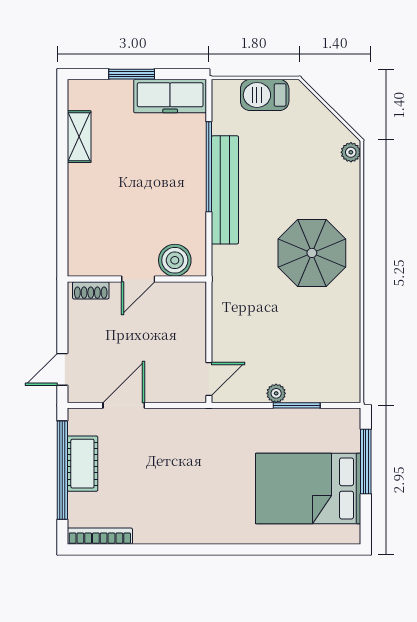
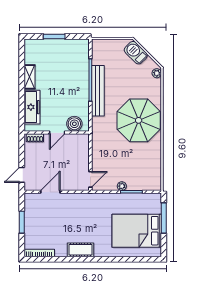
barbecue: (265, 95) -> (136, 53), moved, turned 45
freezer: (170, 96) -> (32, 107), moved, turned -90
shelving: (79, 137) -> (29, 77), moved
parasol: (312, 253) -> (139, 120), width x1.36, depth x1.36
cot: (82, 464) -> (80, 250), moved, turned 90
window: (62, 470) -> (22, 222), width x0.47

